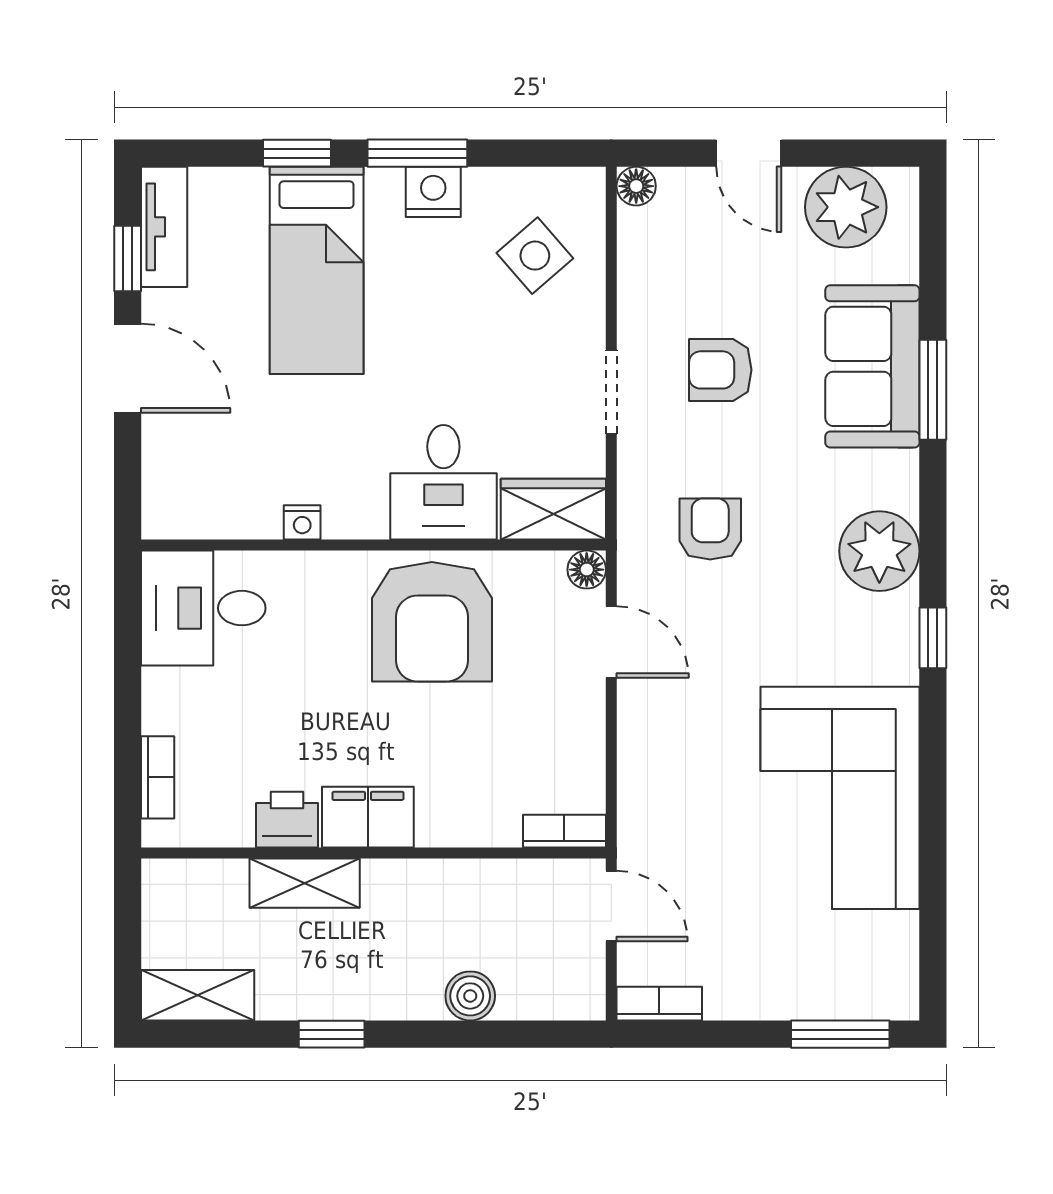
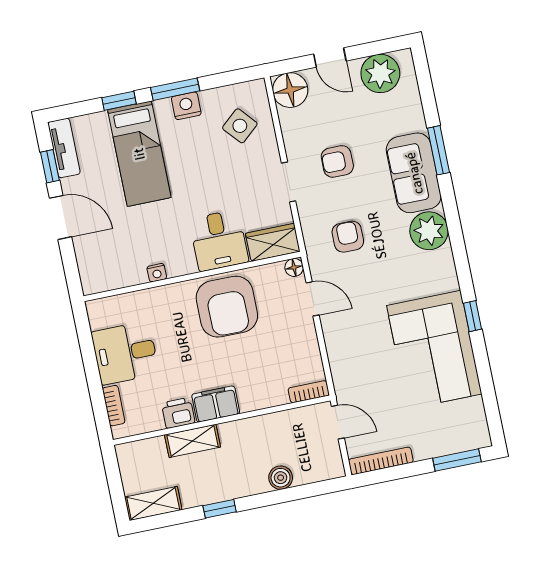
floor lamp: (636, 186) -> (290, 90), width x1.89, depth x1.89
sofa: (872, 366) -> (414, 173), moved
desk: (203, 608) -> (125, 353), moved
window: (933, 638) -> (473, 316), moved
bookcase: (659, 1004) -> (381, 461), width x1.56

